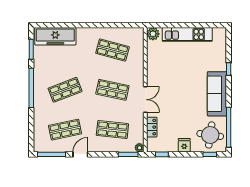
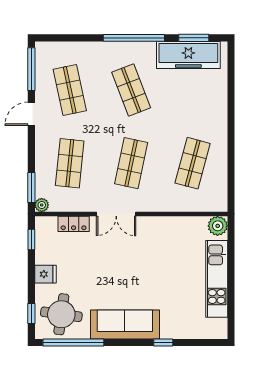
freezer: (55, 36) -> (188, 55), moved, turned -90
door: (80, 154) -> (31, 114), swing flipped

